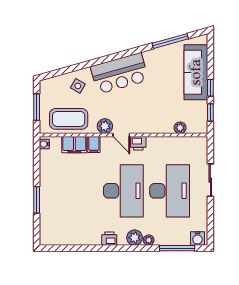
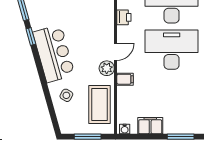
window: (137, 50) -> (31, 36), added
printer: (138, 143) -> (124, 17), moved
filing cabinet: (74, 145) -> (150, 126), moved, turned -90

